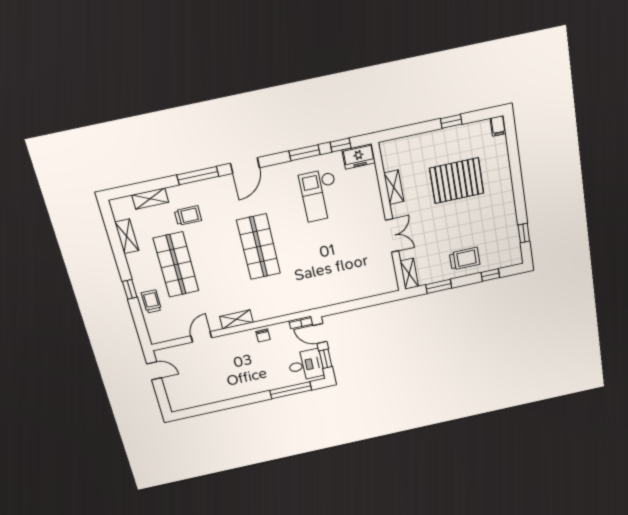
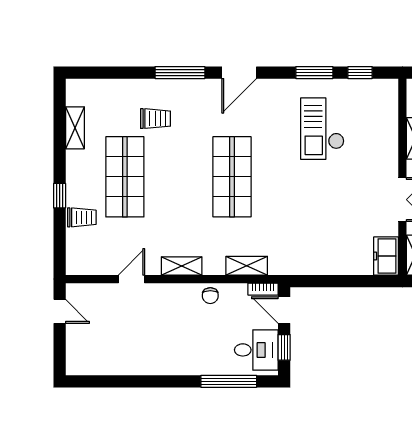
freezer: (359, 156) -> (386, 256), moved, turned 90
shelving: (150, 199) -> (247, 266), moved
trolley: (151, 301) -> (82, 217), turned 90

